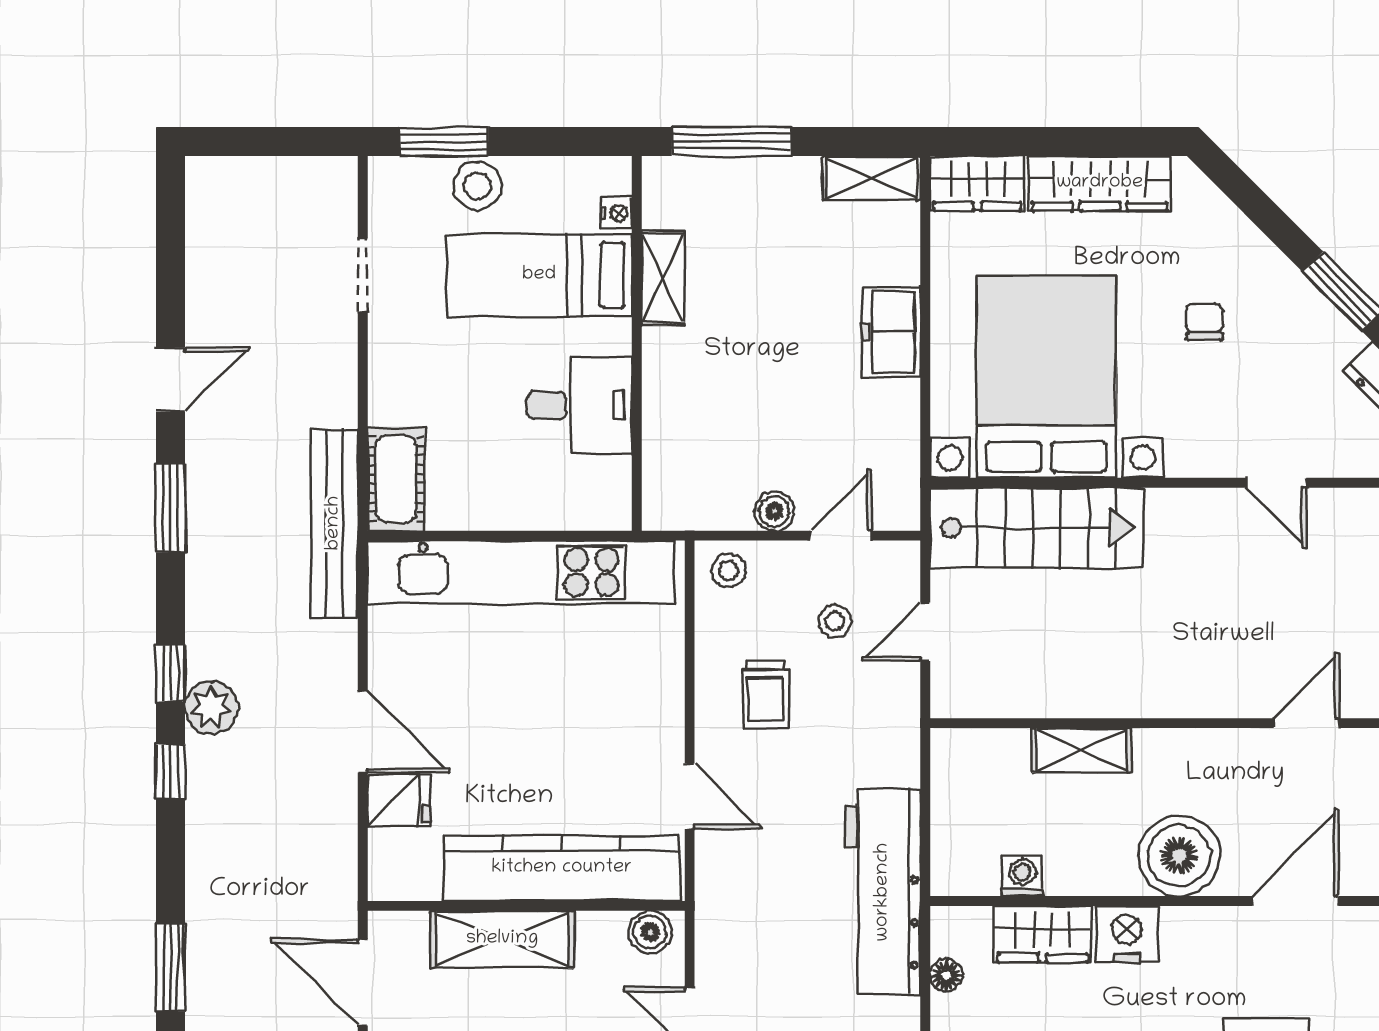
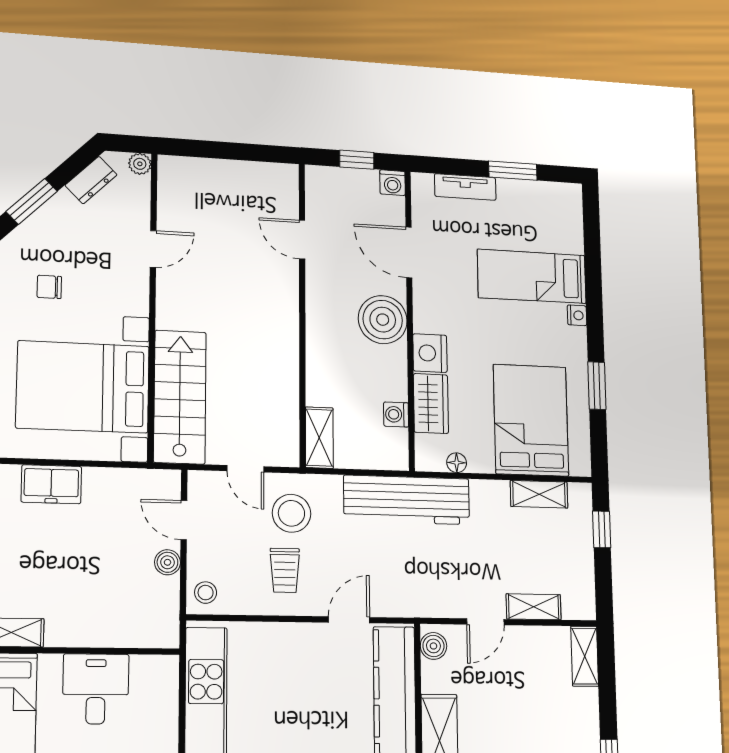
stool: (835, 621) -> (291, 513), moved, width x1.89, depth x1.89
trolley: (766, 694) -> (285, 570), turned 90
shelving: (1081, 750) -> (319, 438), moved

